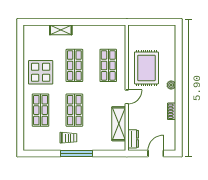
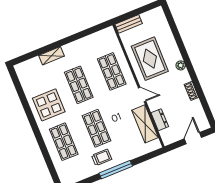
bench: (140, 30) -> (129, 24), added
door: (127, 97) -> (142, 95), hinge flipped
dresser: (133, 139) -> (160, 120), moved

